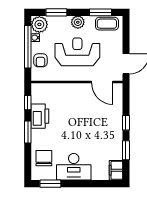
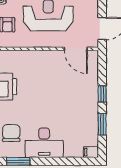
filing cabinet: (116, 170) -> (91, 152), width x0.50

